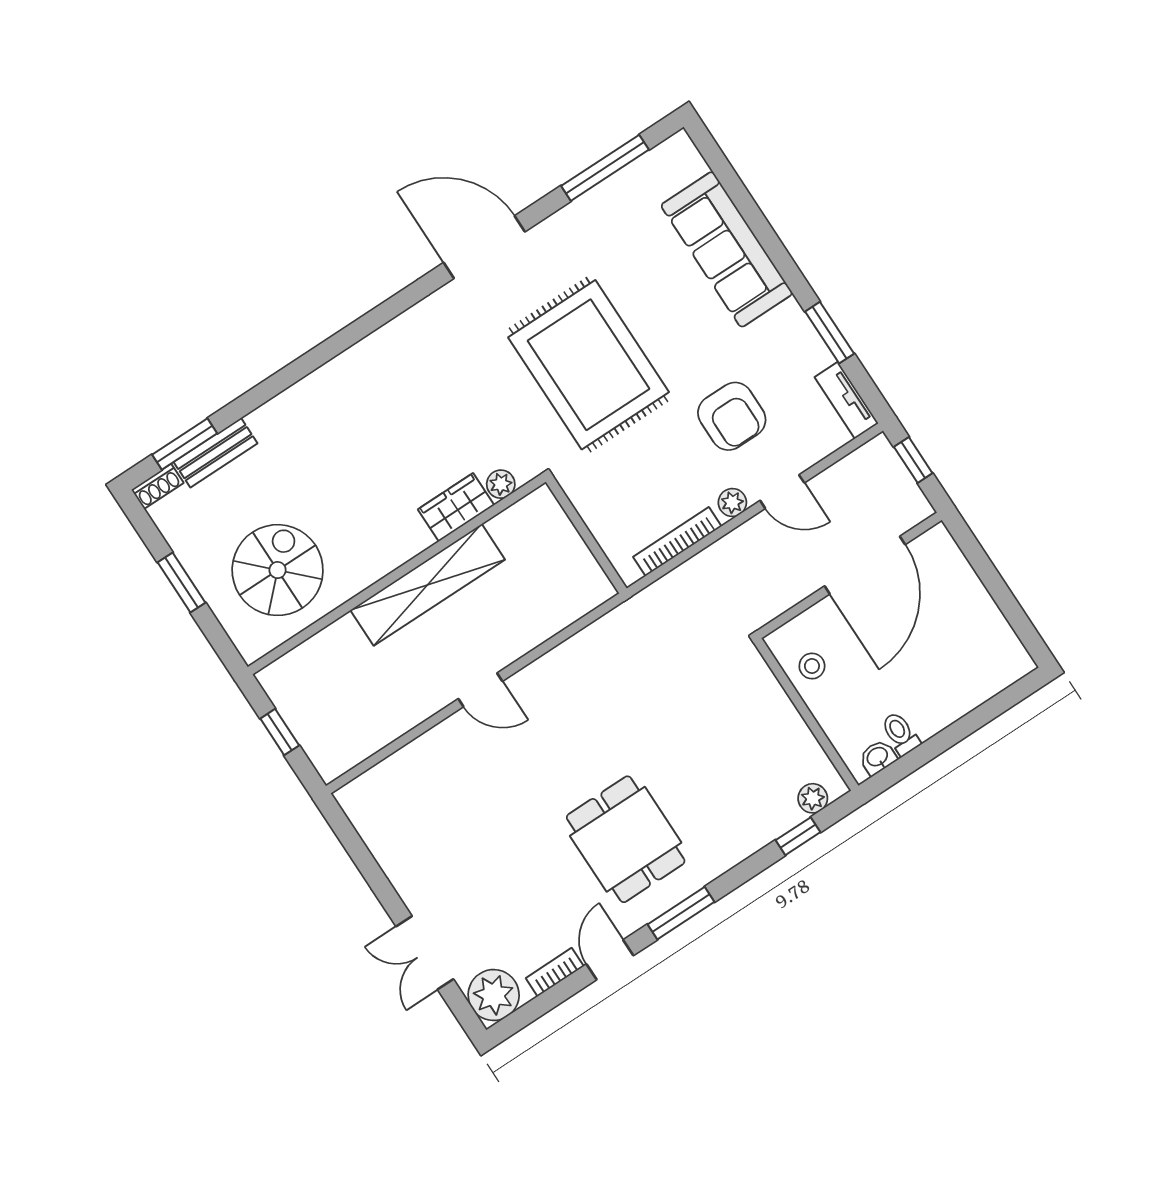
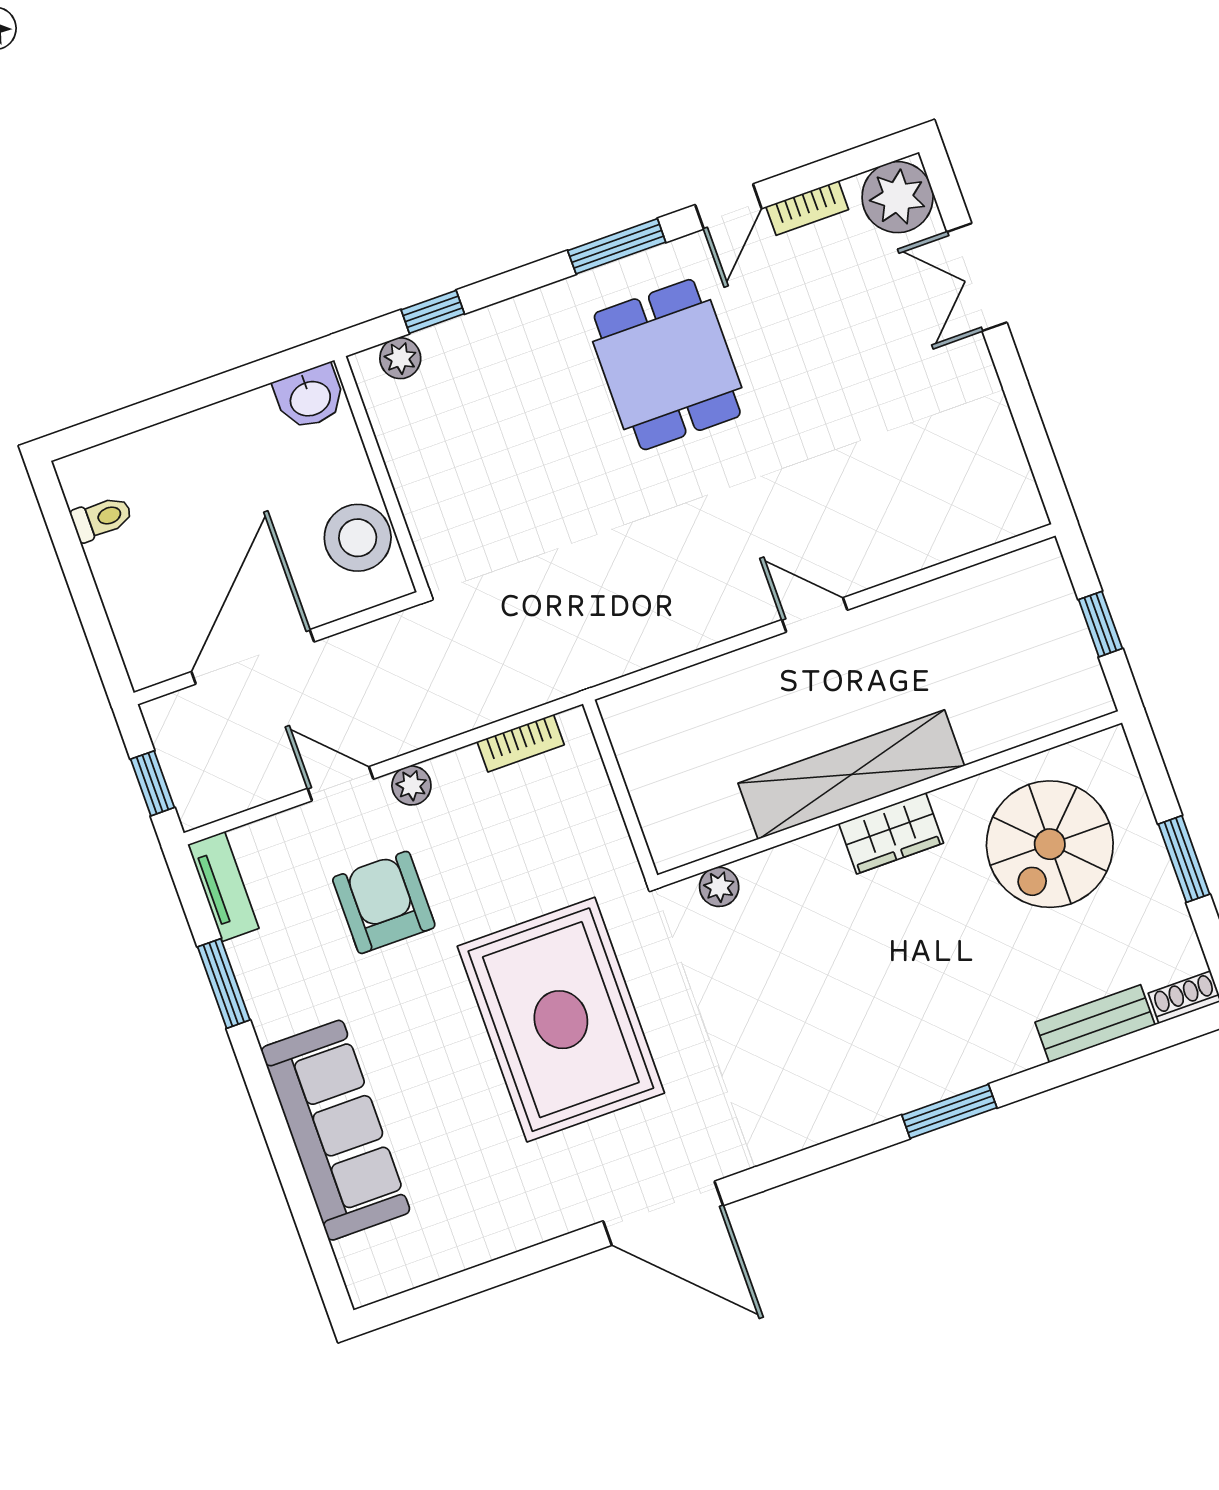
window: (605, 168) -> (473, 1281), removed
window: (185, 444) -> (949, 1111), moved
wardrobe: (456, 507) -> (891, 833), moved
bookcase: (677, 542) -> (521, 743), width x0.64
stool: (812, 666) -> (358, 538), width x1.89, depth x1.89
toilet: (900, 734) -> (102, 518), moved, turned -90
washbasin: (878, 757) -> (310, 397), width x1.38, depth x1.45
double door: (425, 953) -> (977, 277), swing flipped

